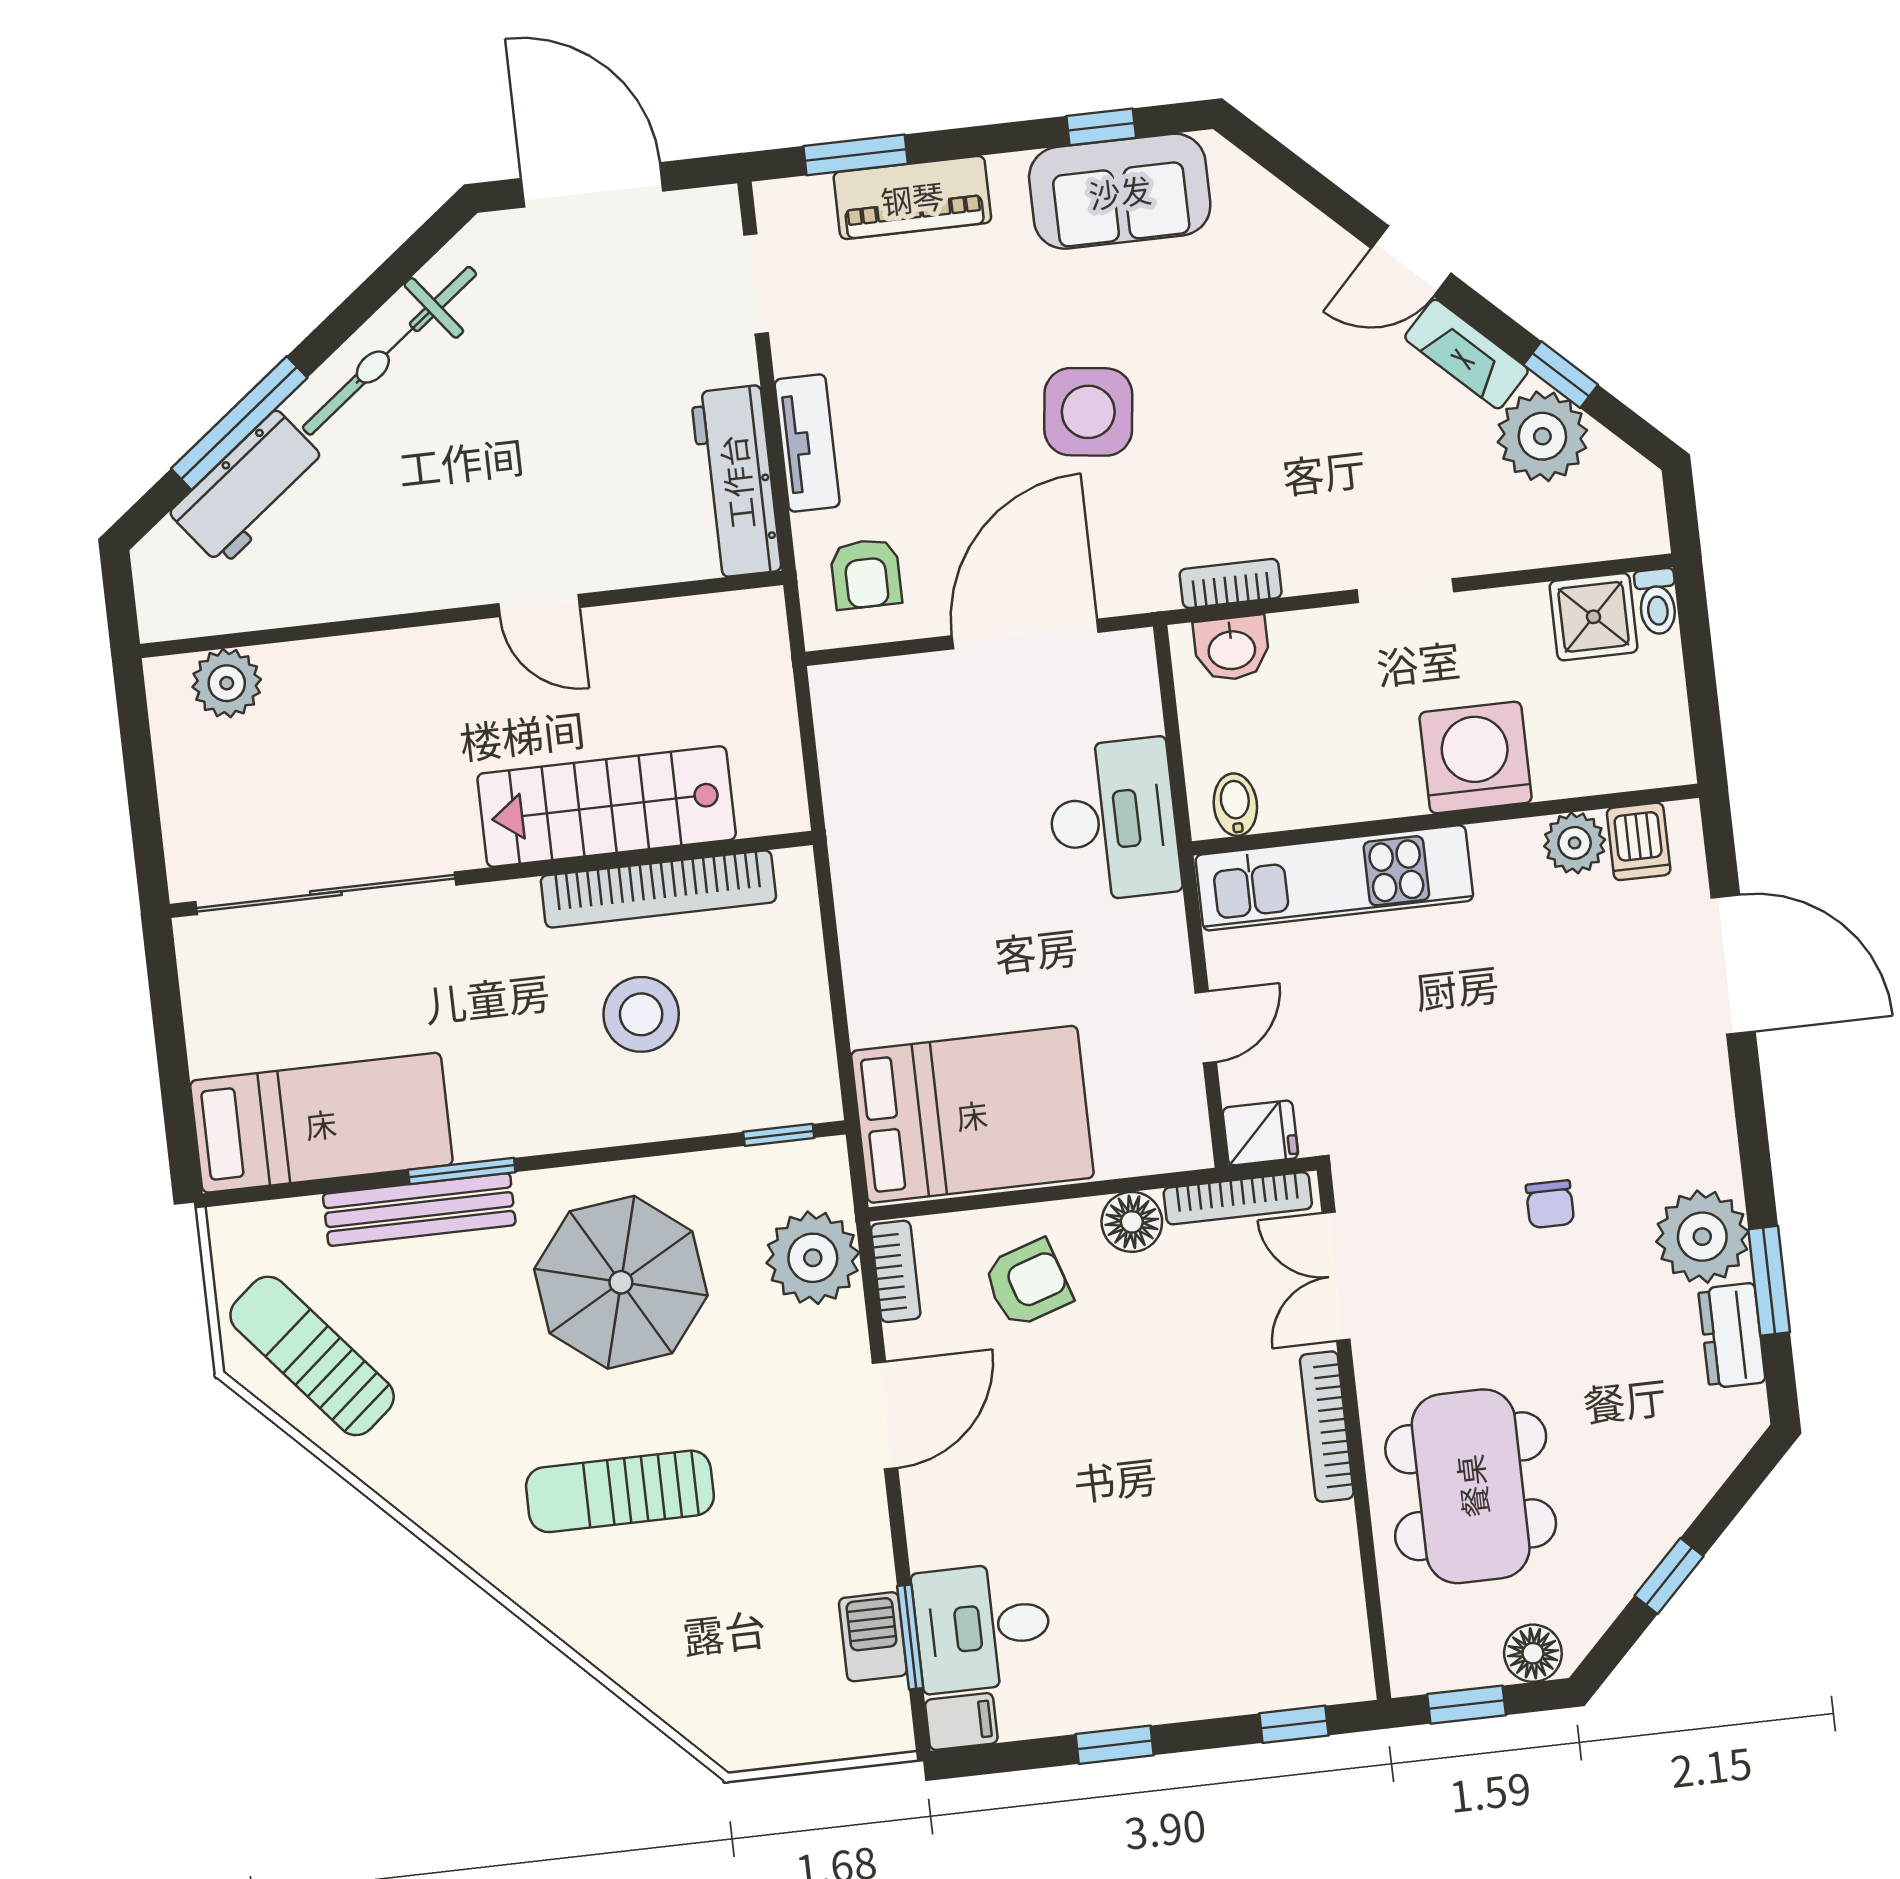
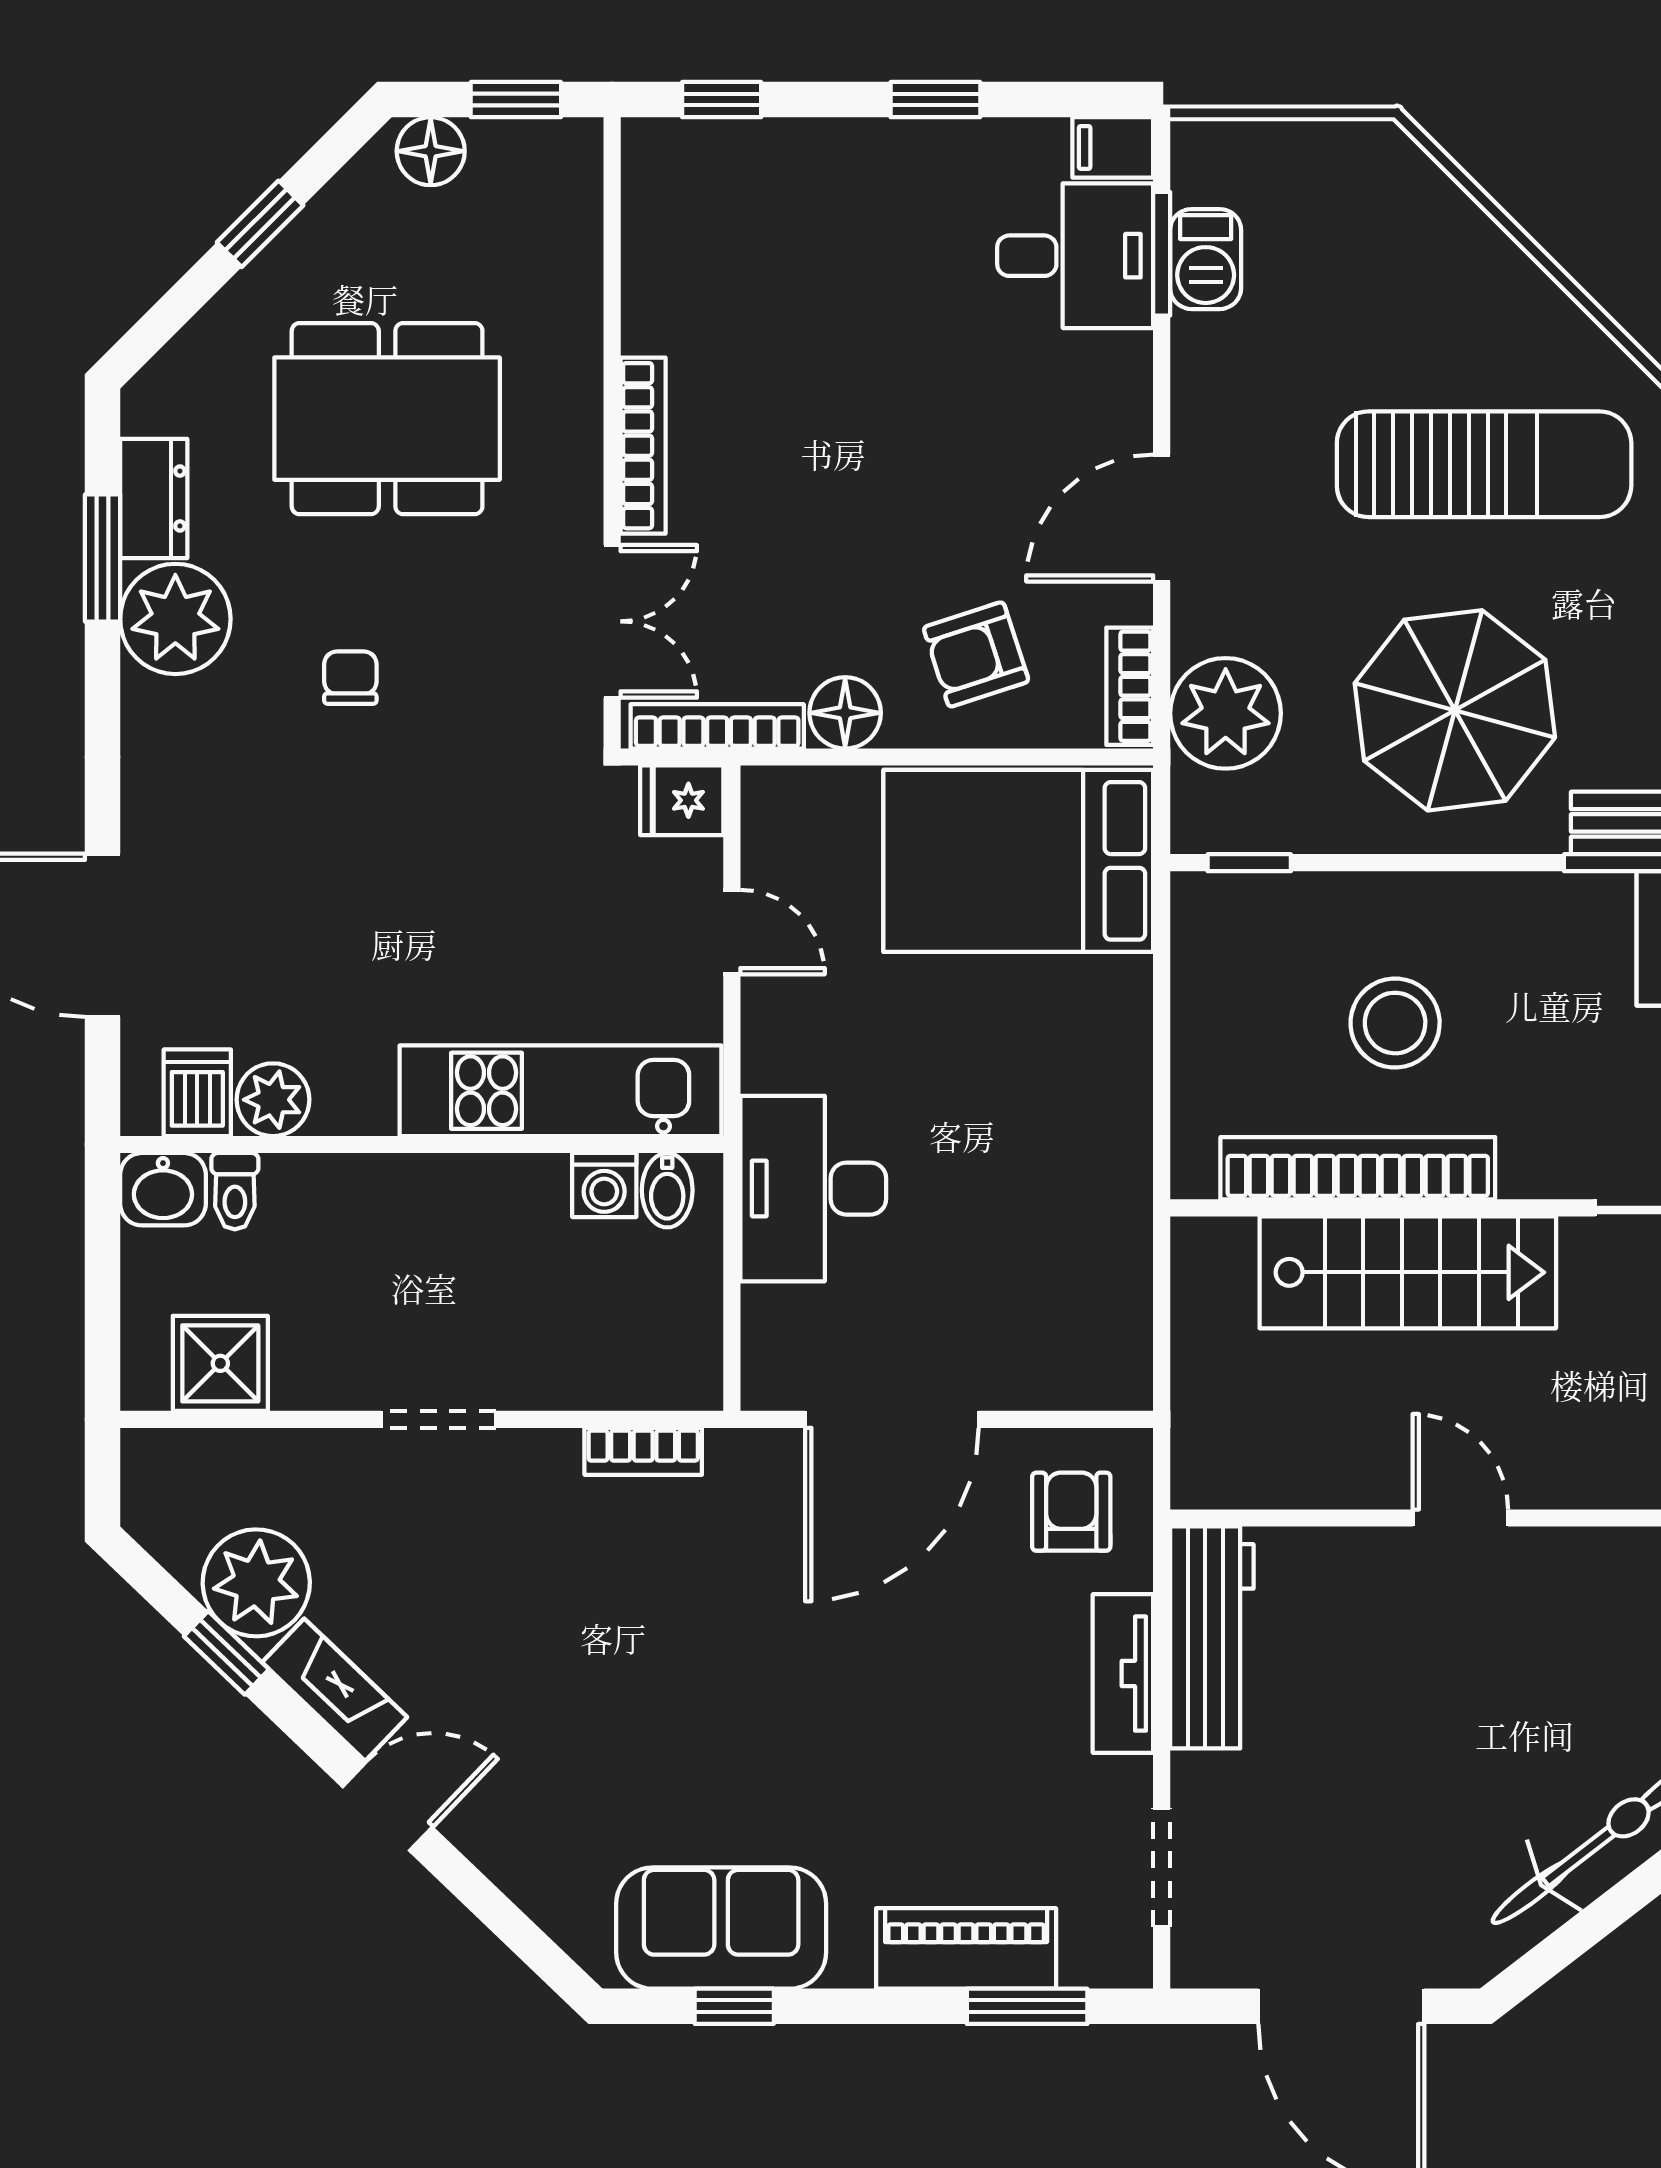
side table: (1088, 412) -> (788, 1672), removed
toilet: (1657, 602) -> (235, 1191), moved, turned 180
washbasin: (1232, 648) -> (163, 1189), moved, turned 180
washing machine: (1476, 757) -> (604, 1185), moved, width x0.53, depth x0.53
door: (1206, 1027) -> (732, 932), swing flipped
dining table: (1471, 1486) -> (387, 419), moved, turned 90
sun lounger: (620, 1491) -> (1484, 464), width x1.36, depth x1.34

